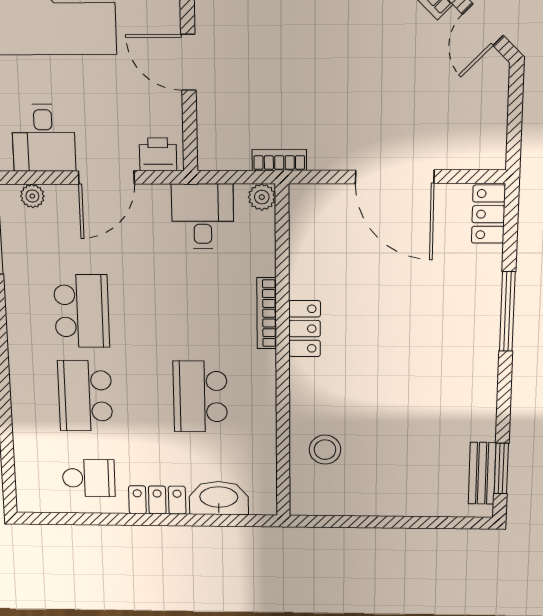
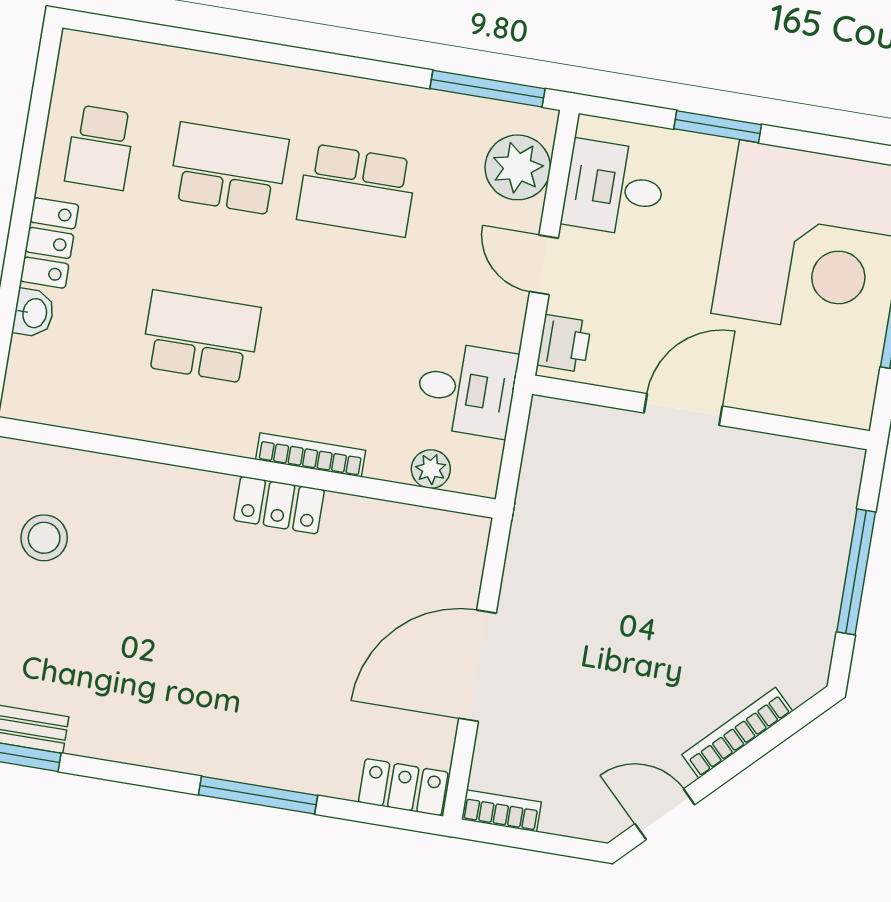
bookcase: (279, 160) -> (501, 811), moved, turned -90
door: (106, 177) -> (544, 265), width x0.73
plant: (32, 196) -> (518, 167), width x1.88, depth x1.88
plant: (262, 197) -> (431, 469), moved
stool: (325, 450) -> (44, 538), moved
washbasin: (219, 498) -> (34, 313), width x0.52, depth x0.69

